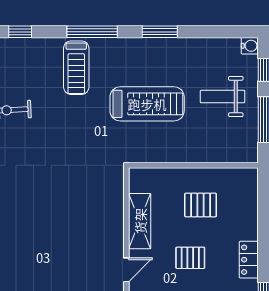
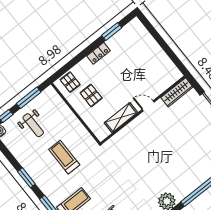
treadmill: (147, 104) -> (64, 157), width x0.73, depth x0.73
pallet: (190, 258) -> (70, 82), moved

